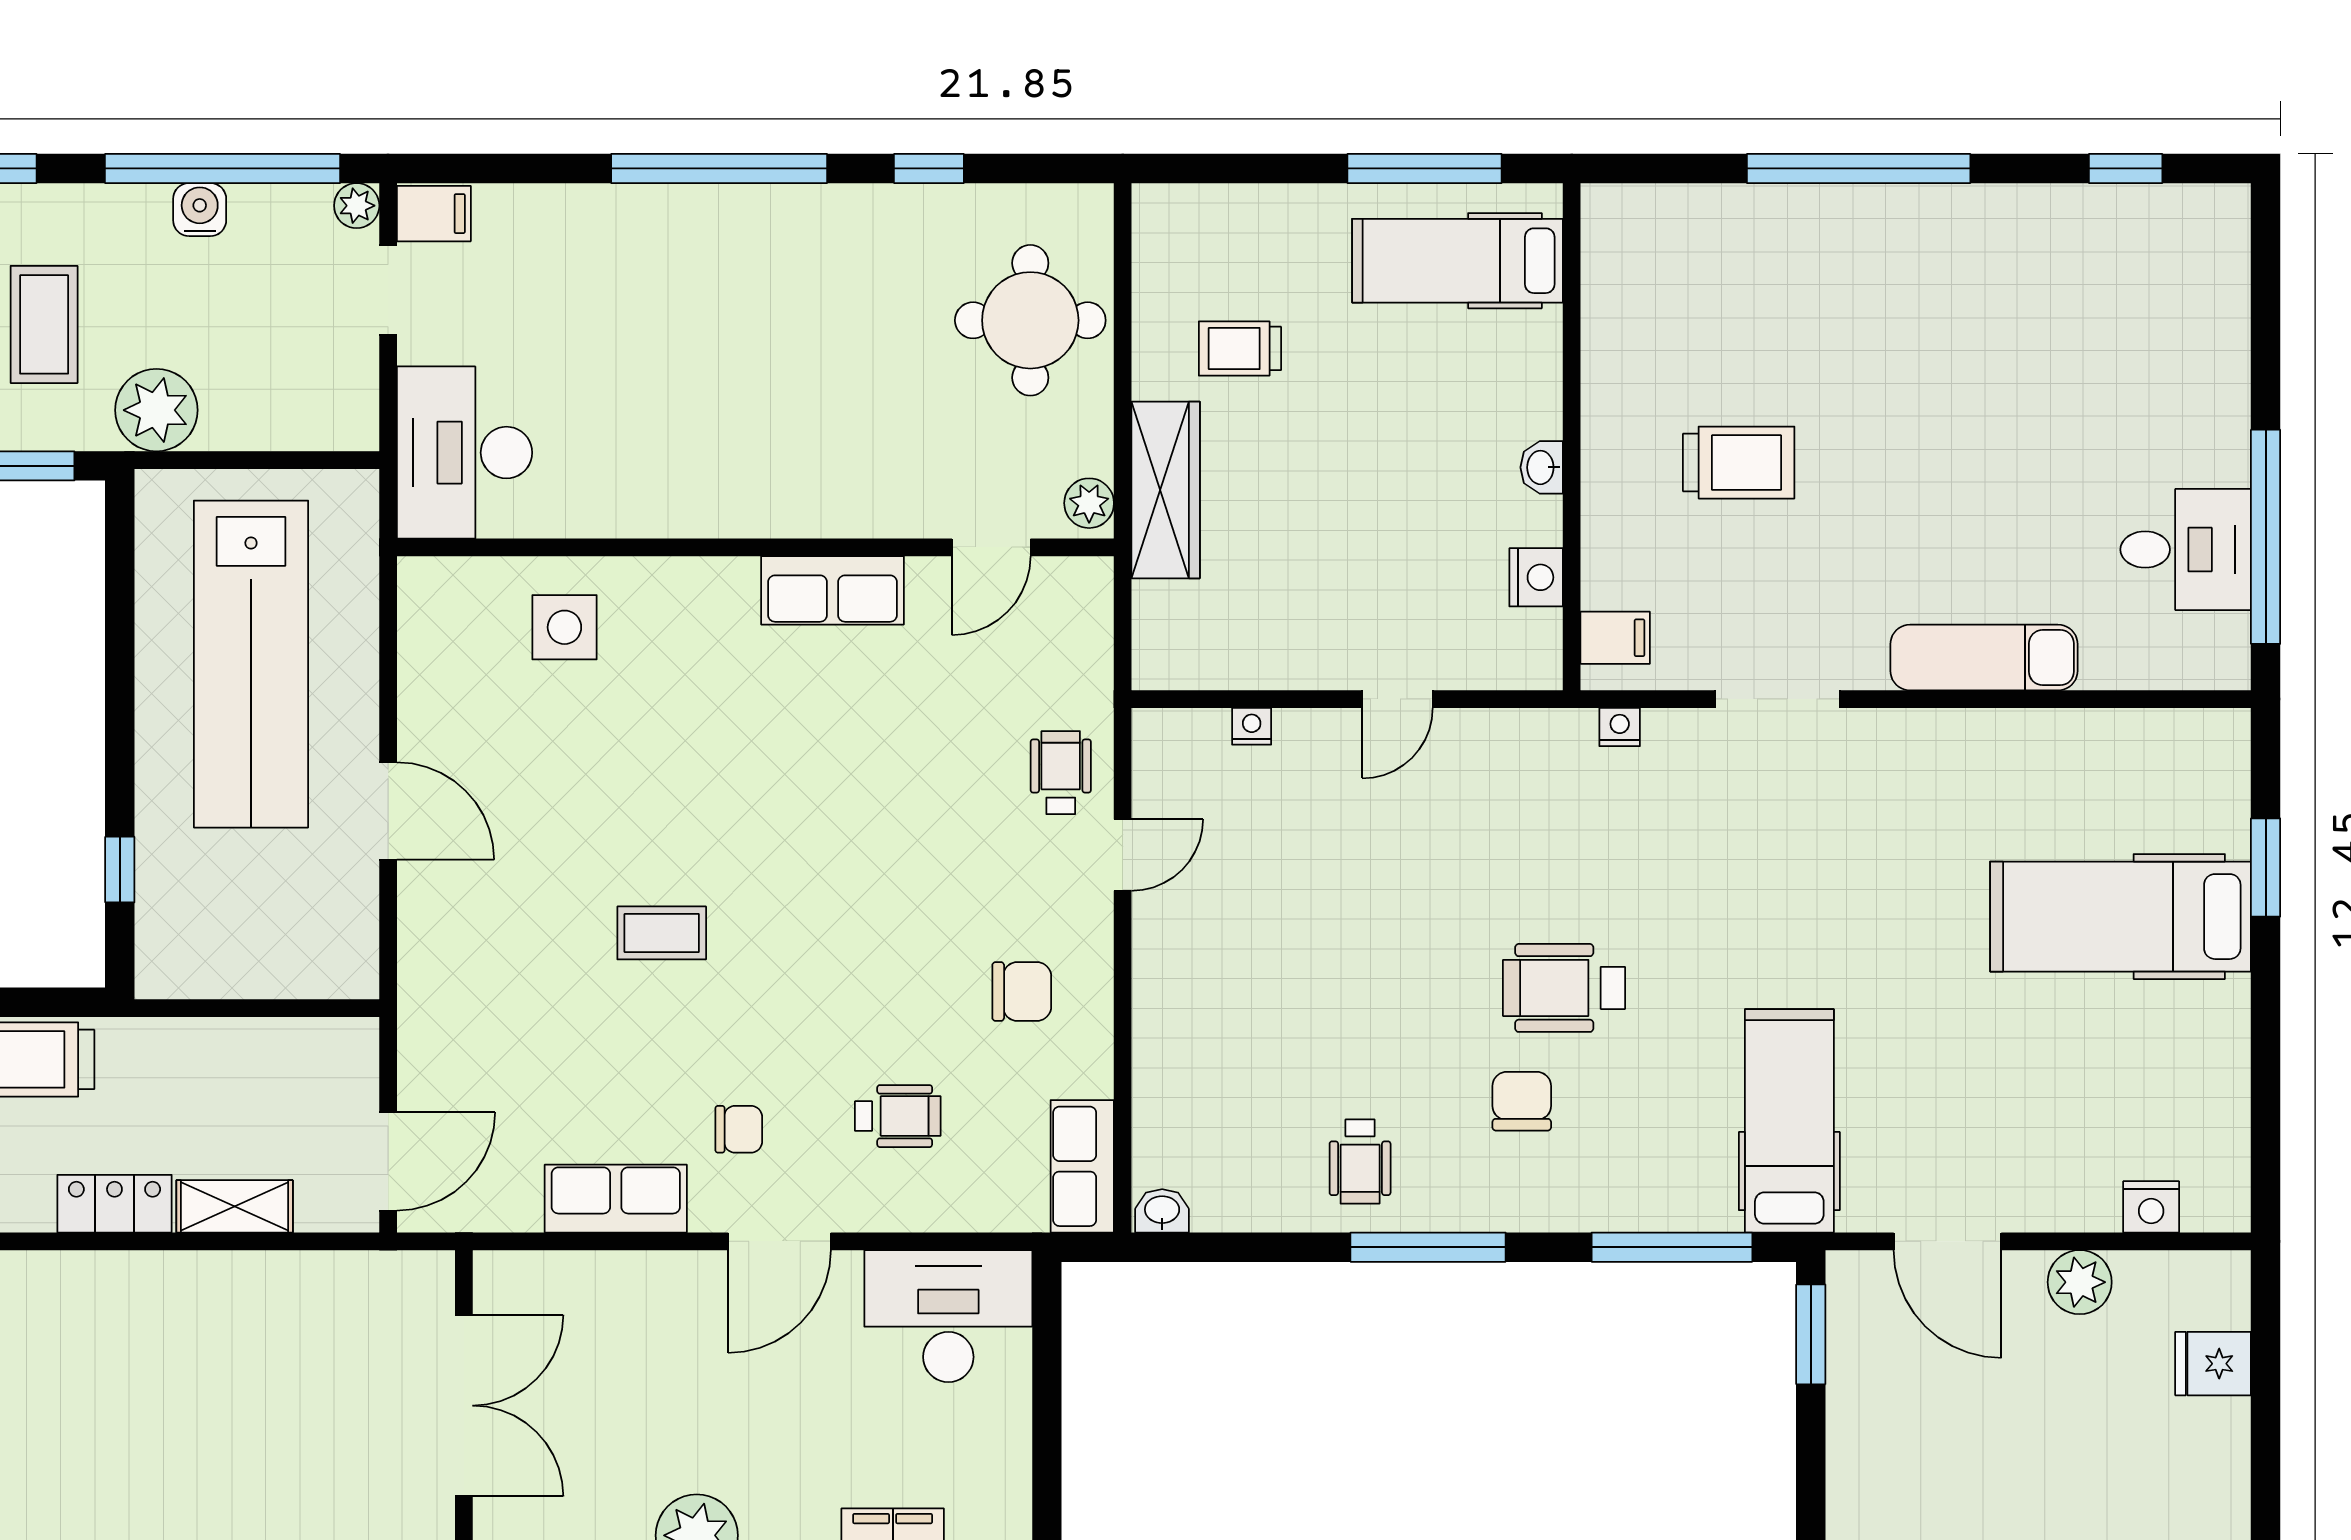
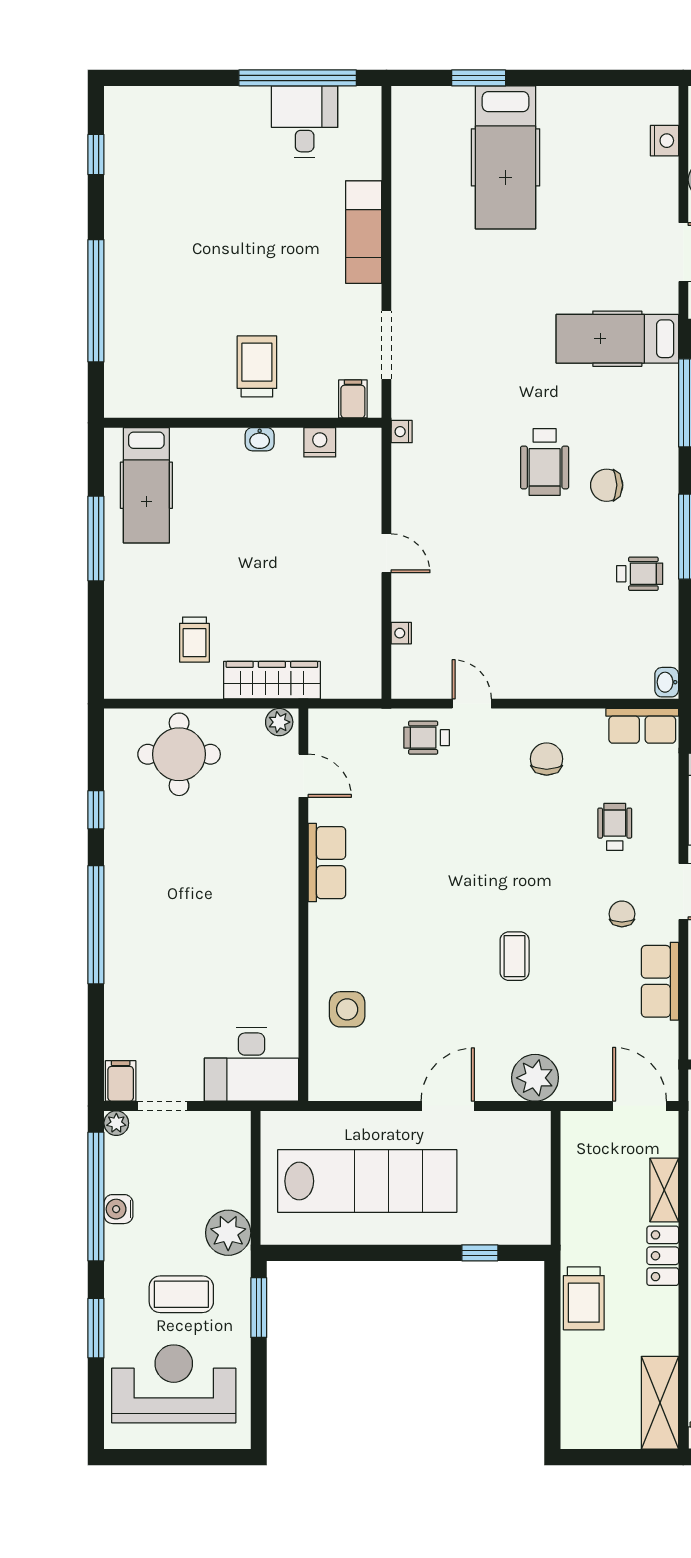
hospital bed: (1458, 261) -> (146, 485), moved
wall: (1572, 437) -> (243, 423), moved
washbasin: (1542, 467) -> (260, 439), moved
nightstand: (1536, 577) -> (320, 442), moved
filing cabinet: (1615, 638) -> (353, 399), moved
plant: (439, 970) -> (535, 1078), added

